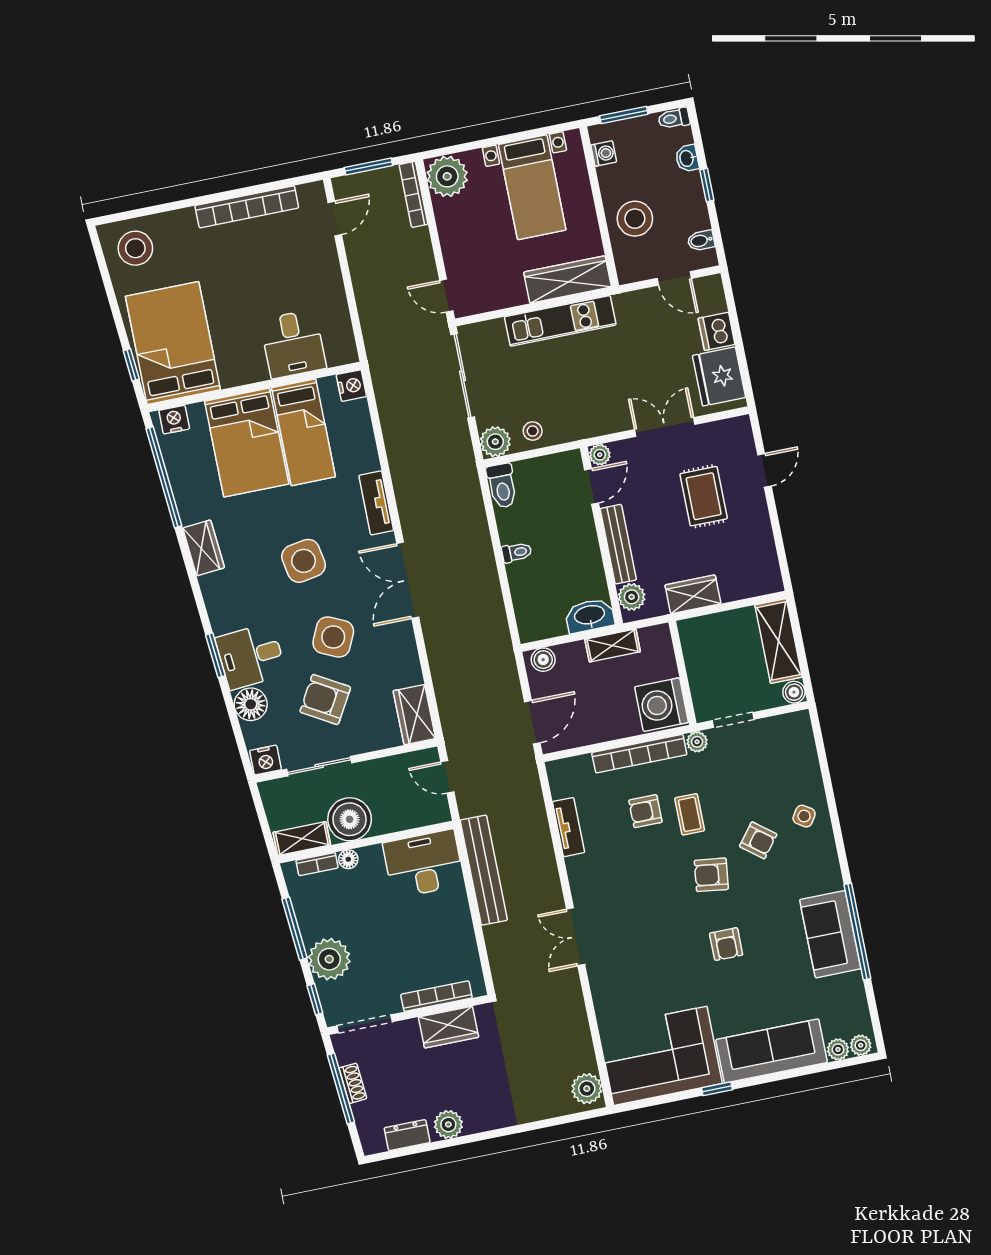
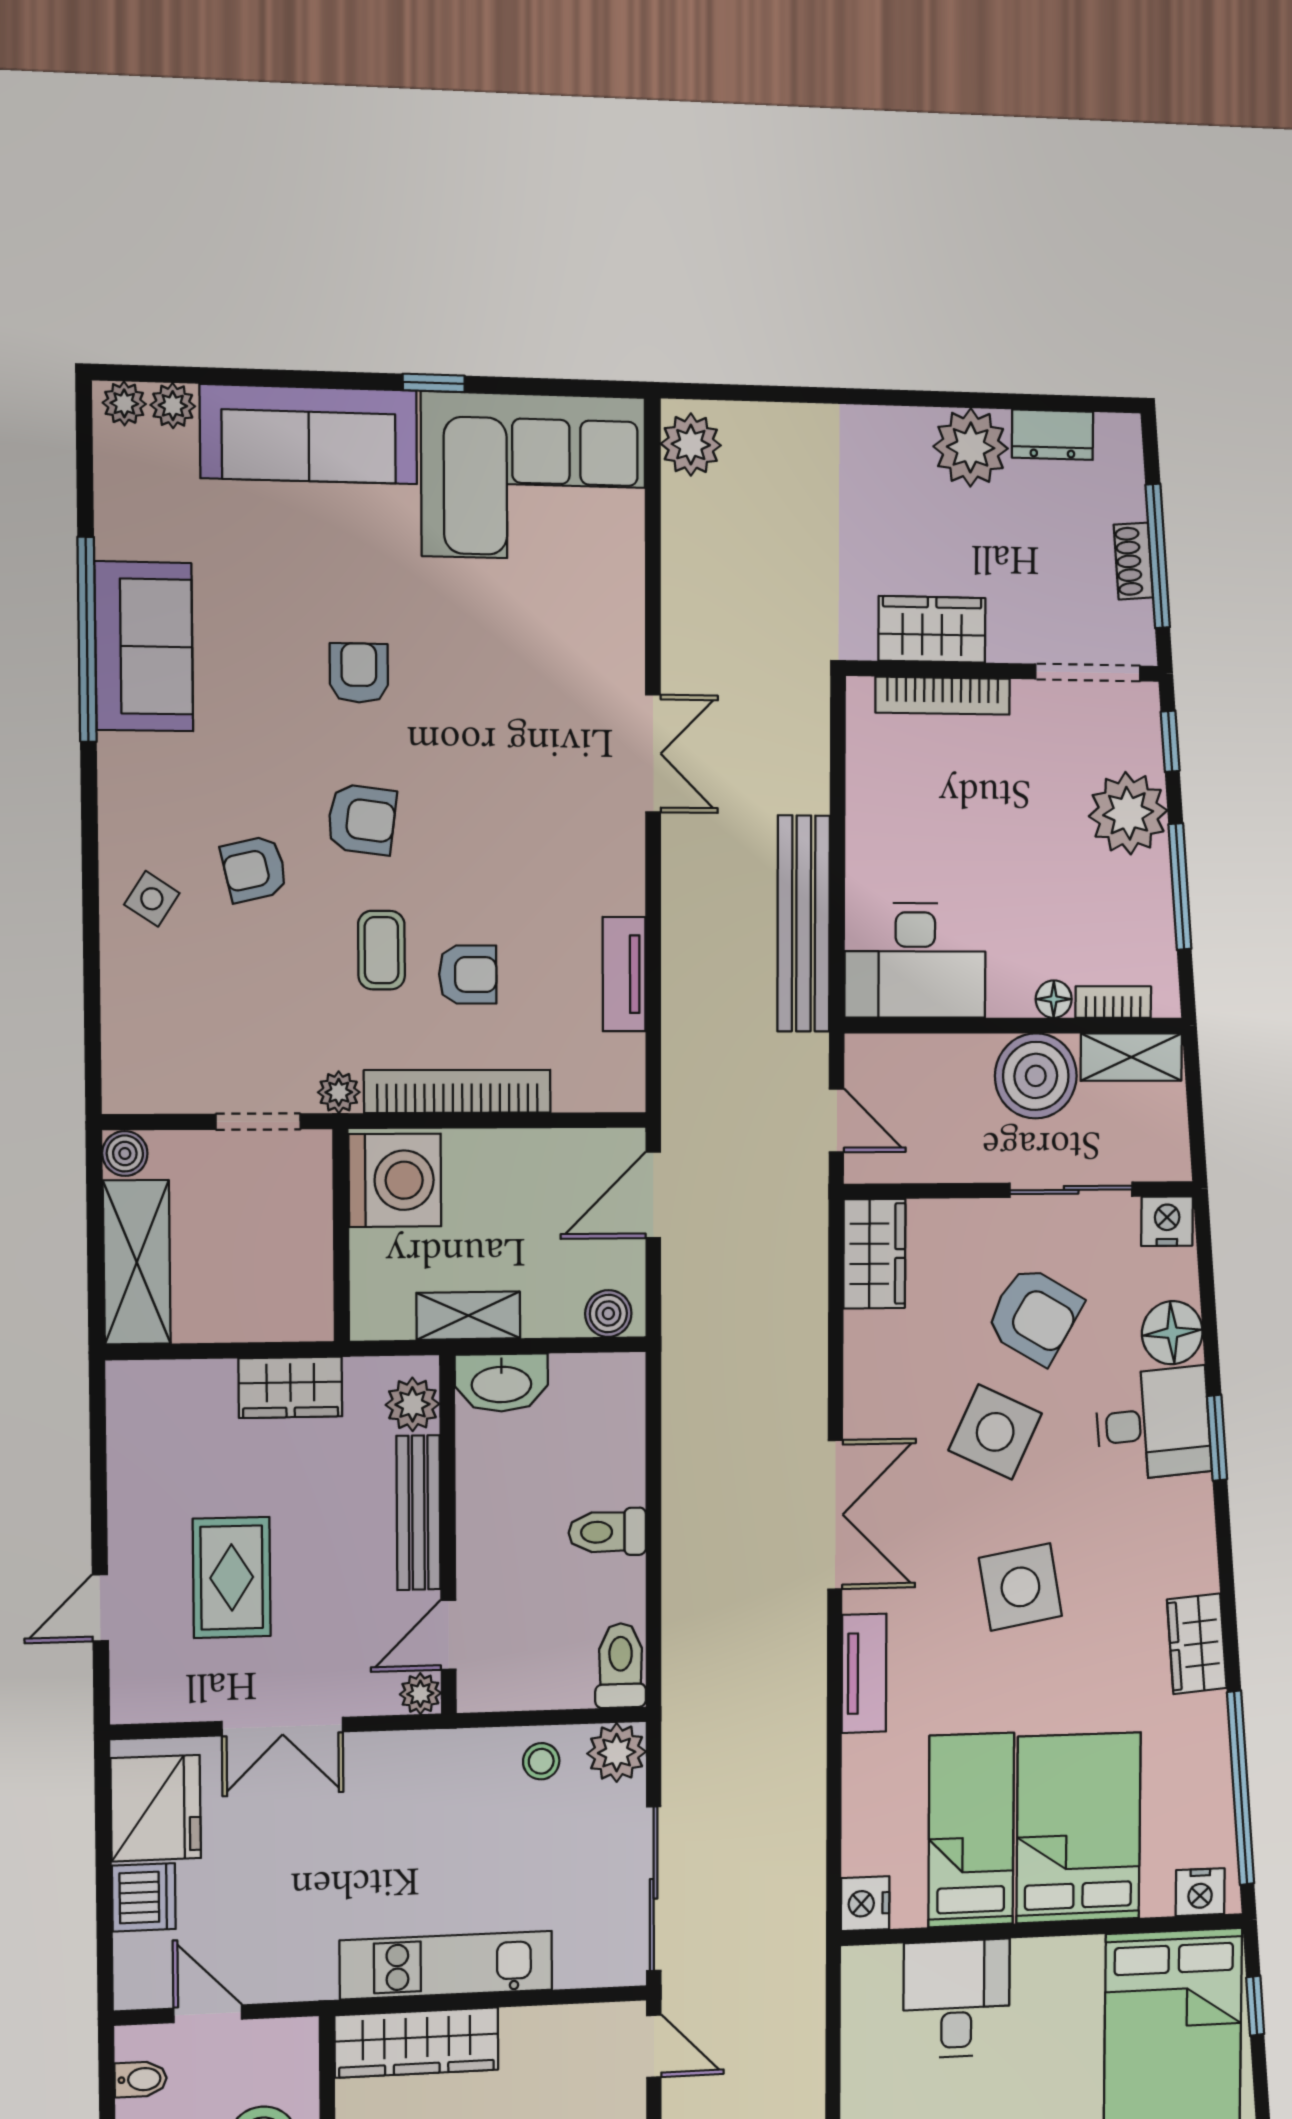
toilet: (517, 552) -> (607, 1532), width x1.37, depth x1.39
armchair: (758, 840) -> (254, 869), turned -51
plant: (448, 1124) -> (971, 447), width x1.36, depth x1.36

